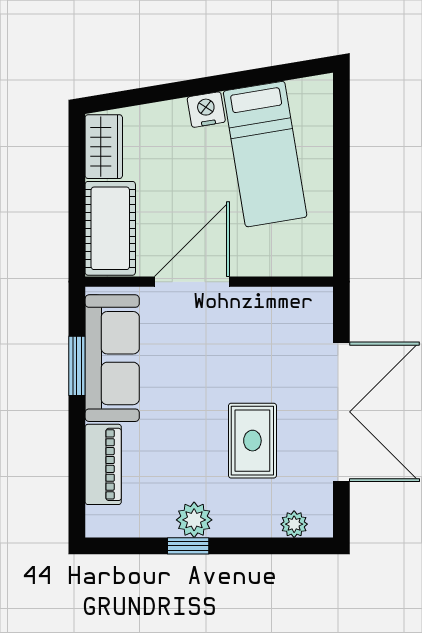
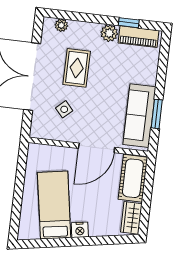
side table: (268, 353) -> (64, 109), added
piano: (103, 464) -> (139, 37), moved, turned -90
window: (188, 546) -> (129, 23), moved

